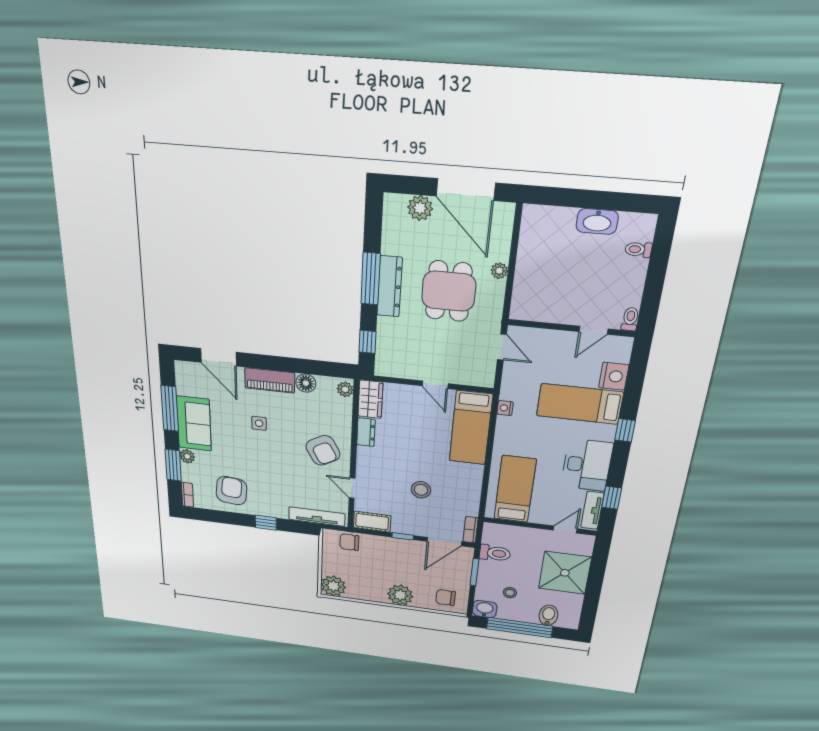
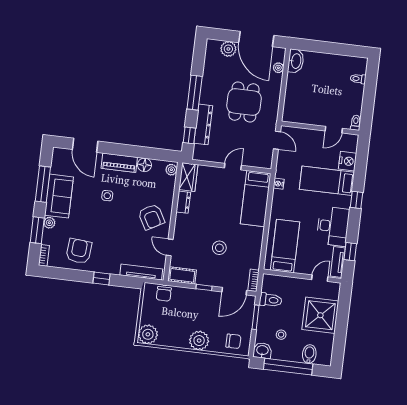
washbasin: (597, 221) -> (296, 61), moved, turned -90
plant: (499, 271) -> (278, 68), moved
dresser: (390, 286) -> (203, 124), moved
door: (435, 385) -> (233, 167), swing flipped
chair: (349, 542) -> (164, 294), turned -90
chair: (446, 598) -> (233, 341), turned 180

